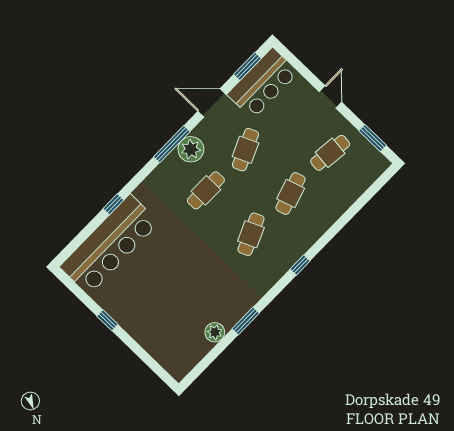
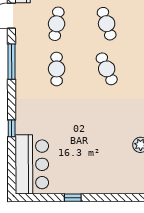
plant: (191, 149) -> (25, 54), removed
cafe table: (245, 150) -> (57, 24), turned 33
bar counter: (109, 245) -> (32, 164), width x0.73

